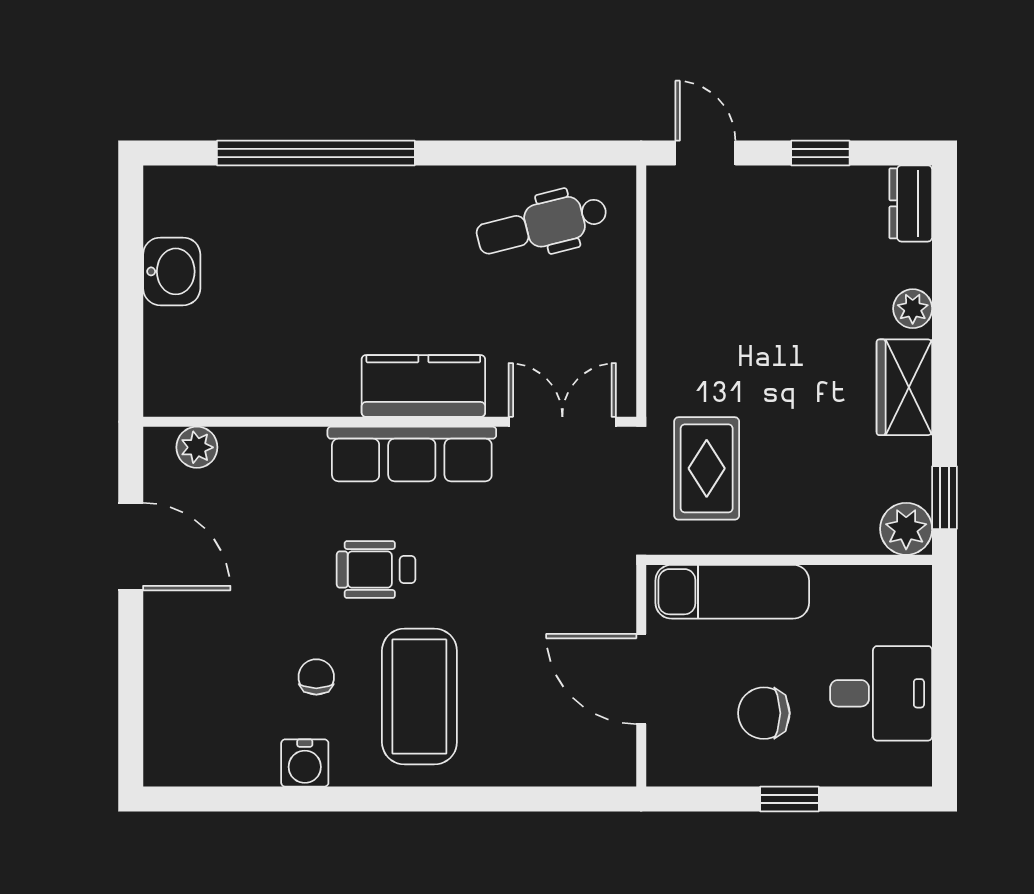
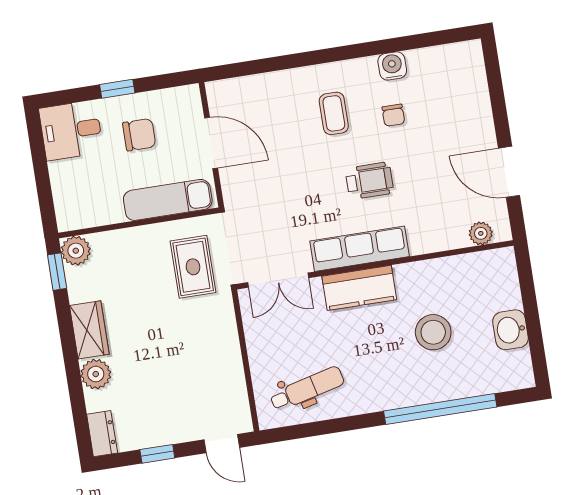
stool: (307, 288) -> (433, 332), added
plant: (913, 309) -> (96, 374), width x1.38, depth x1.38
desk: (881, 693) -> (71, 130), moved
coffee table: (419, 696) -> (334, 113), width x0.54, depth x0.58

